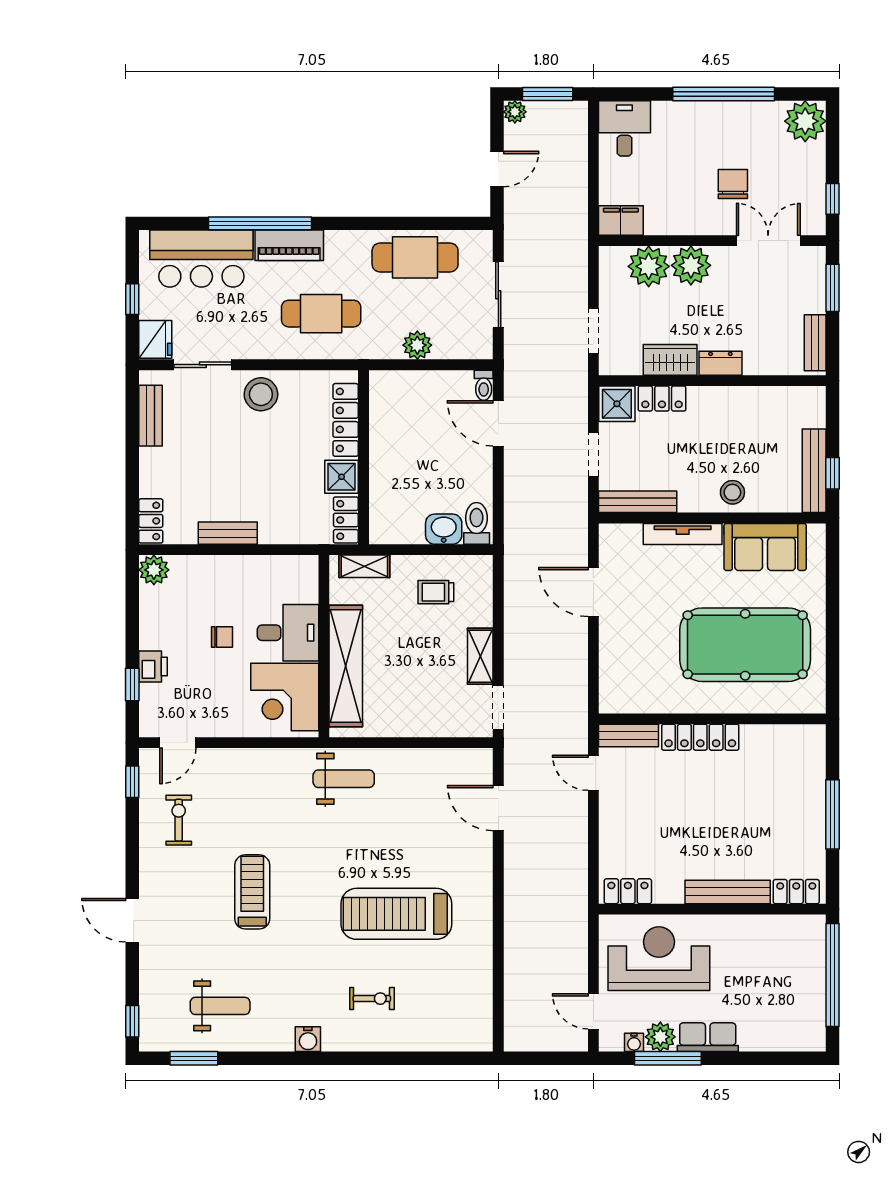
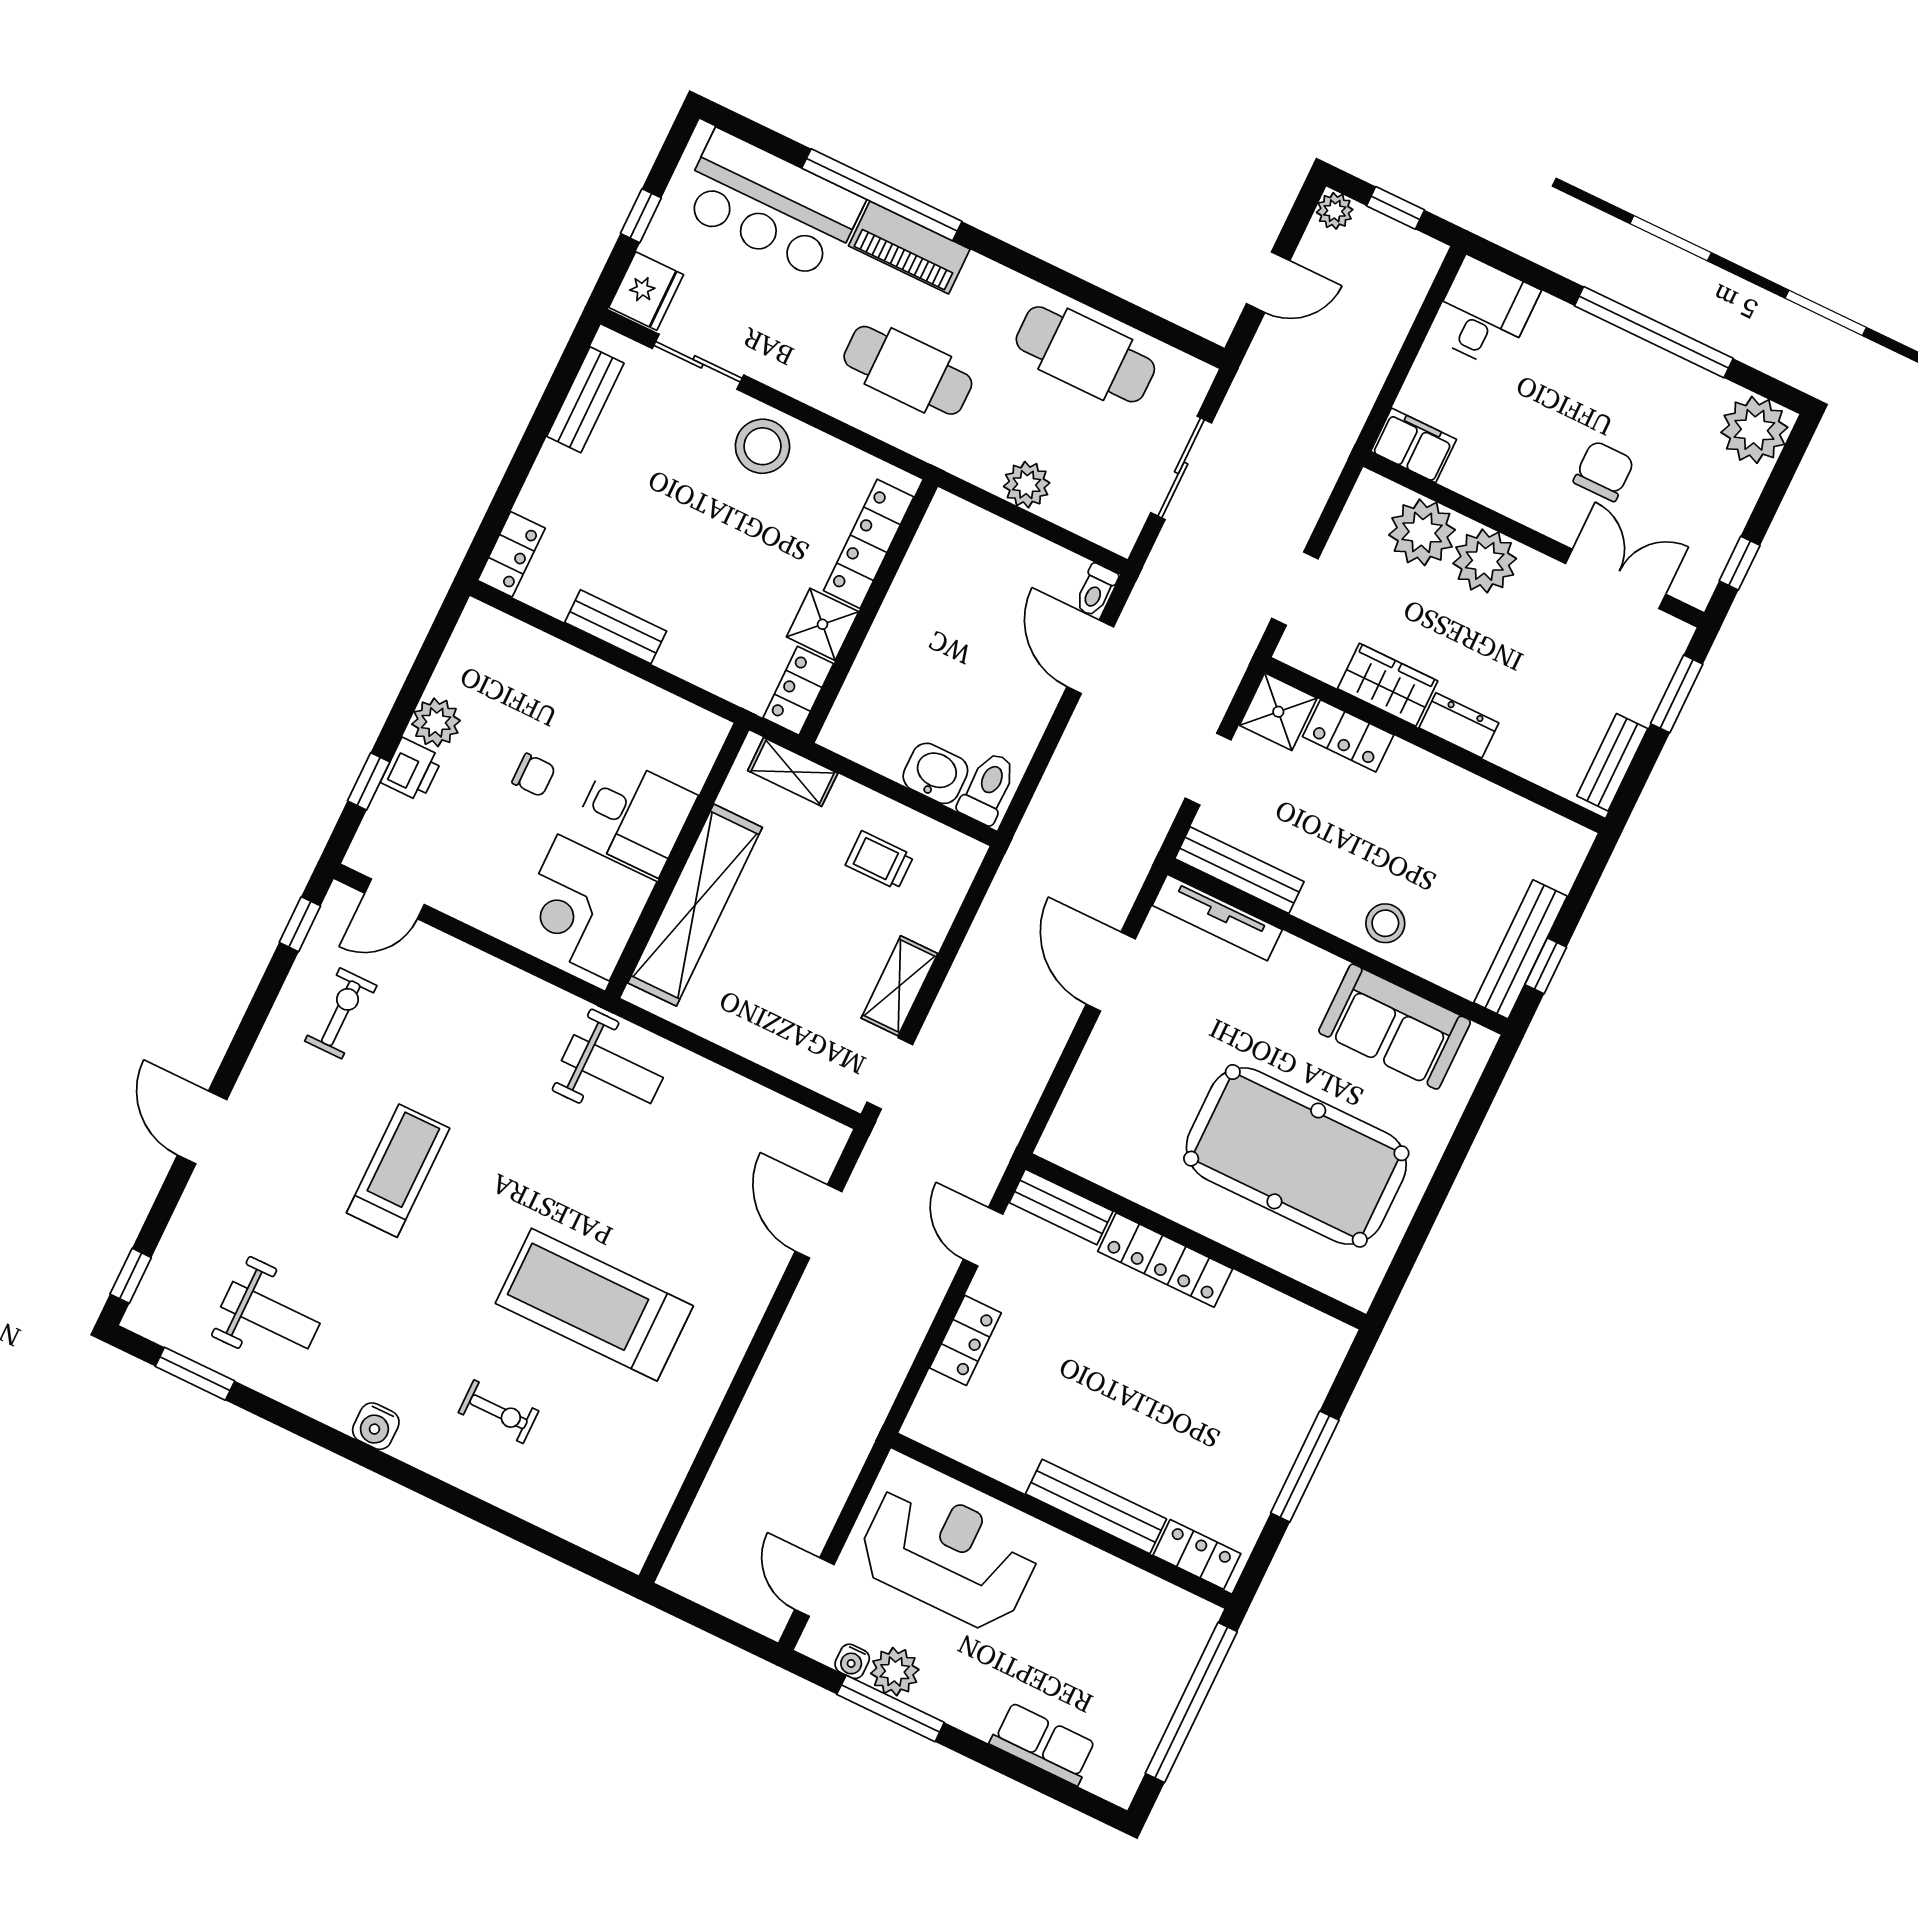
window: (548, 94) -> (1395, 208), width x0.67
tv unit: (683, 534) -> (1217, 918), moved
plant: (154, 570) -> (436, 722), moved
locker: (628, 891) -> (965, 1340), moved, turned 90
row of seats: (708, 1037) -> (1043, 1744), moved

